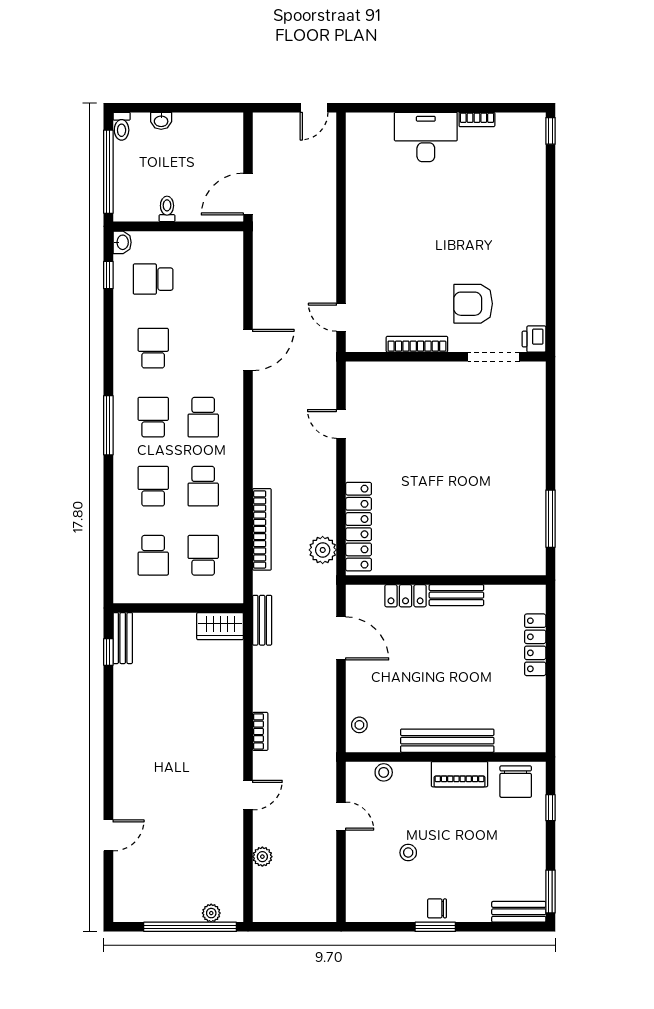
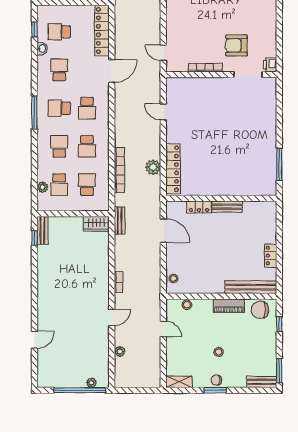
washbasin: (122, 242) -> (42, 49), moved
locker: (230, 277) -> (102, 31), added
school desk: (153, 417) -> (59, 108), turned -90
plant: (323, 550) -> (153, 167), moved
plant: (123, 560) -> (43, 187), added
locker: (535, 645) -> (271, 256), moved, width x0.66
bench: (447, 741) -> (251, 287), moved
chair: (516, 782) -> (260, 310), turned 90
stool: (408, 853) -> (219, 352), moved
shelving: (369, 911) -> (179, 382), added

